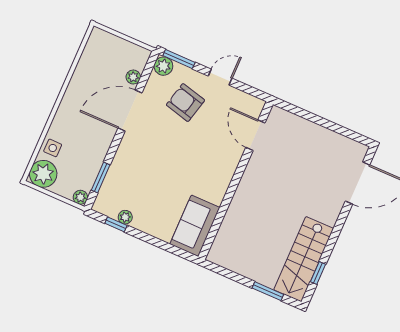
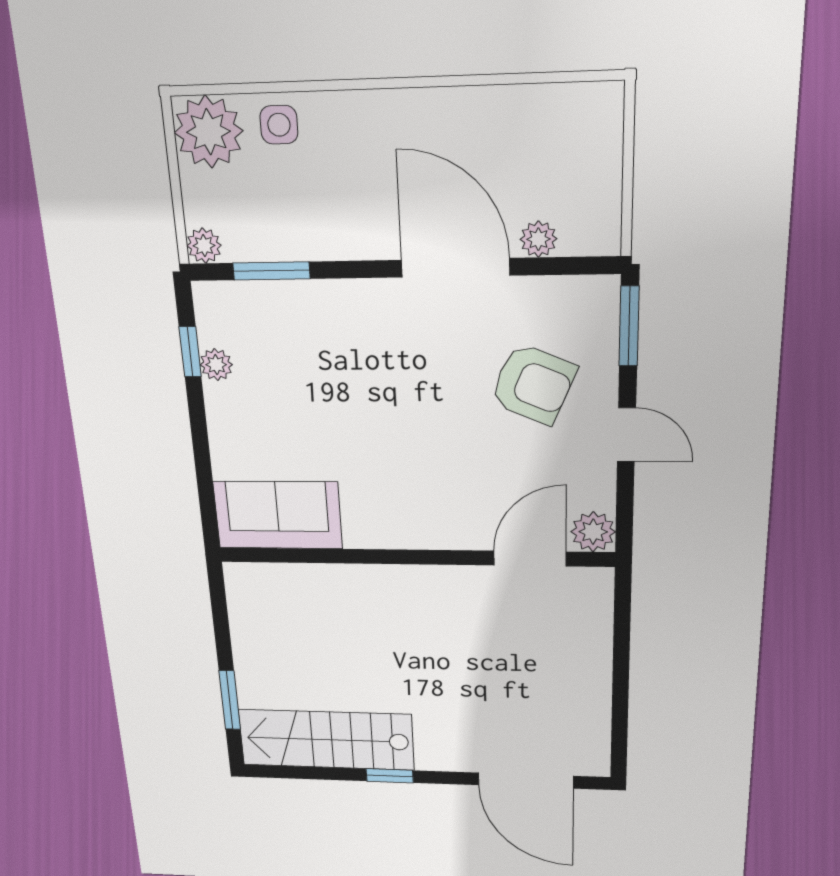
plant: (163, 66) -> (593, 532), moved
armchair: (185, 103) -> (533, 384), turned 99
window: (318, 273) -> (390, 776), moved

